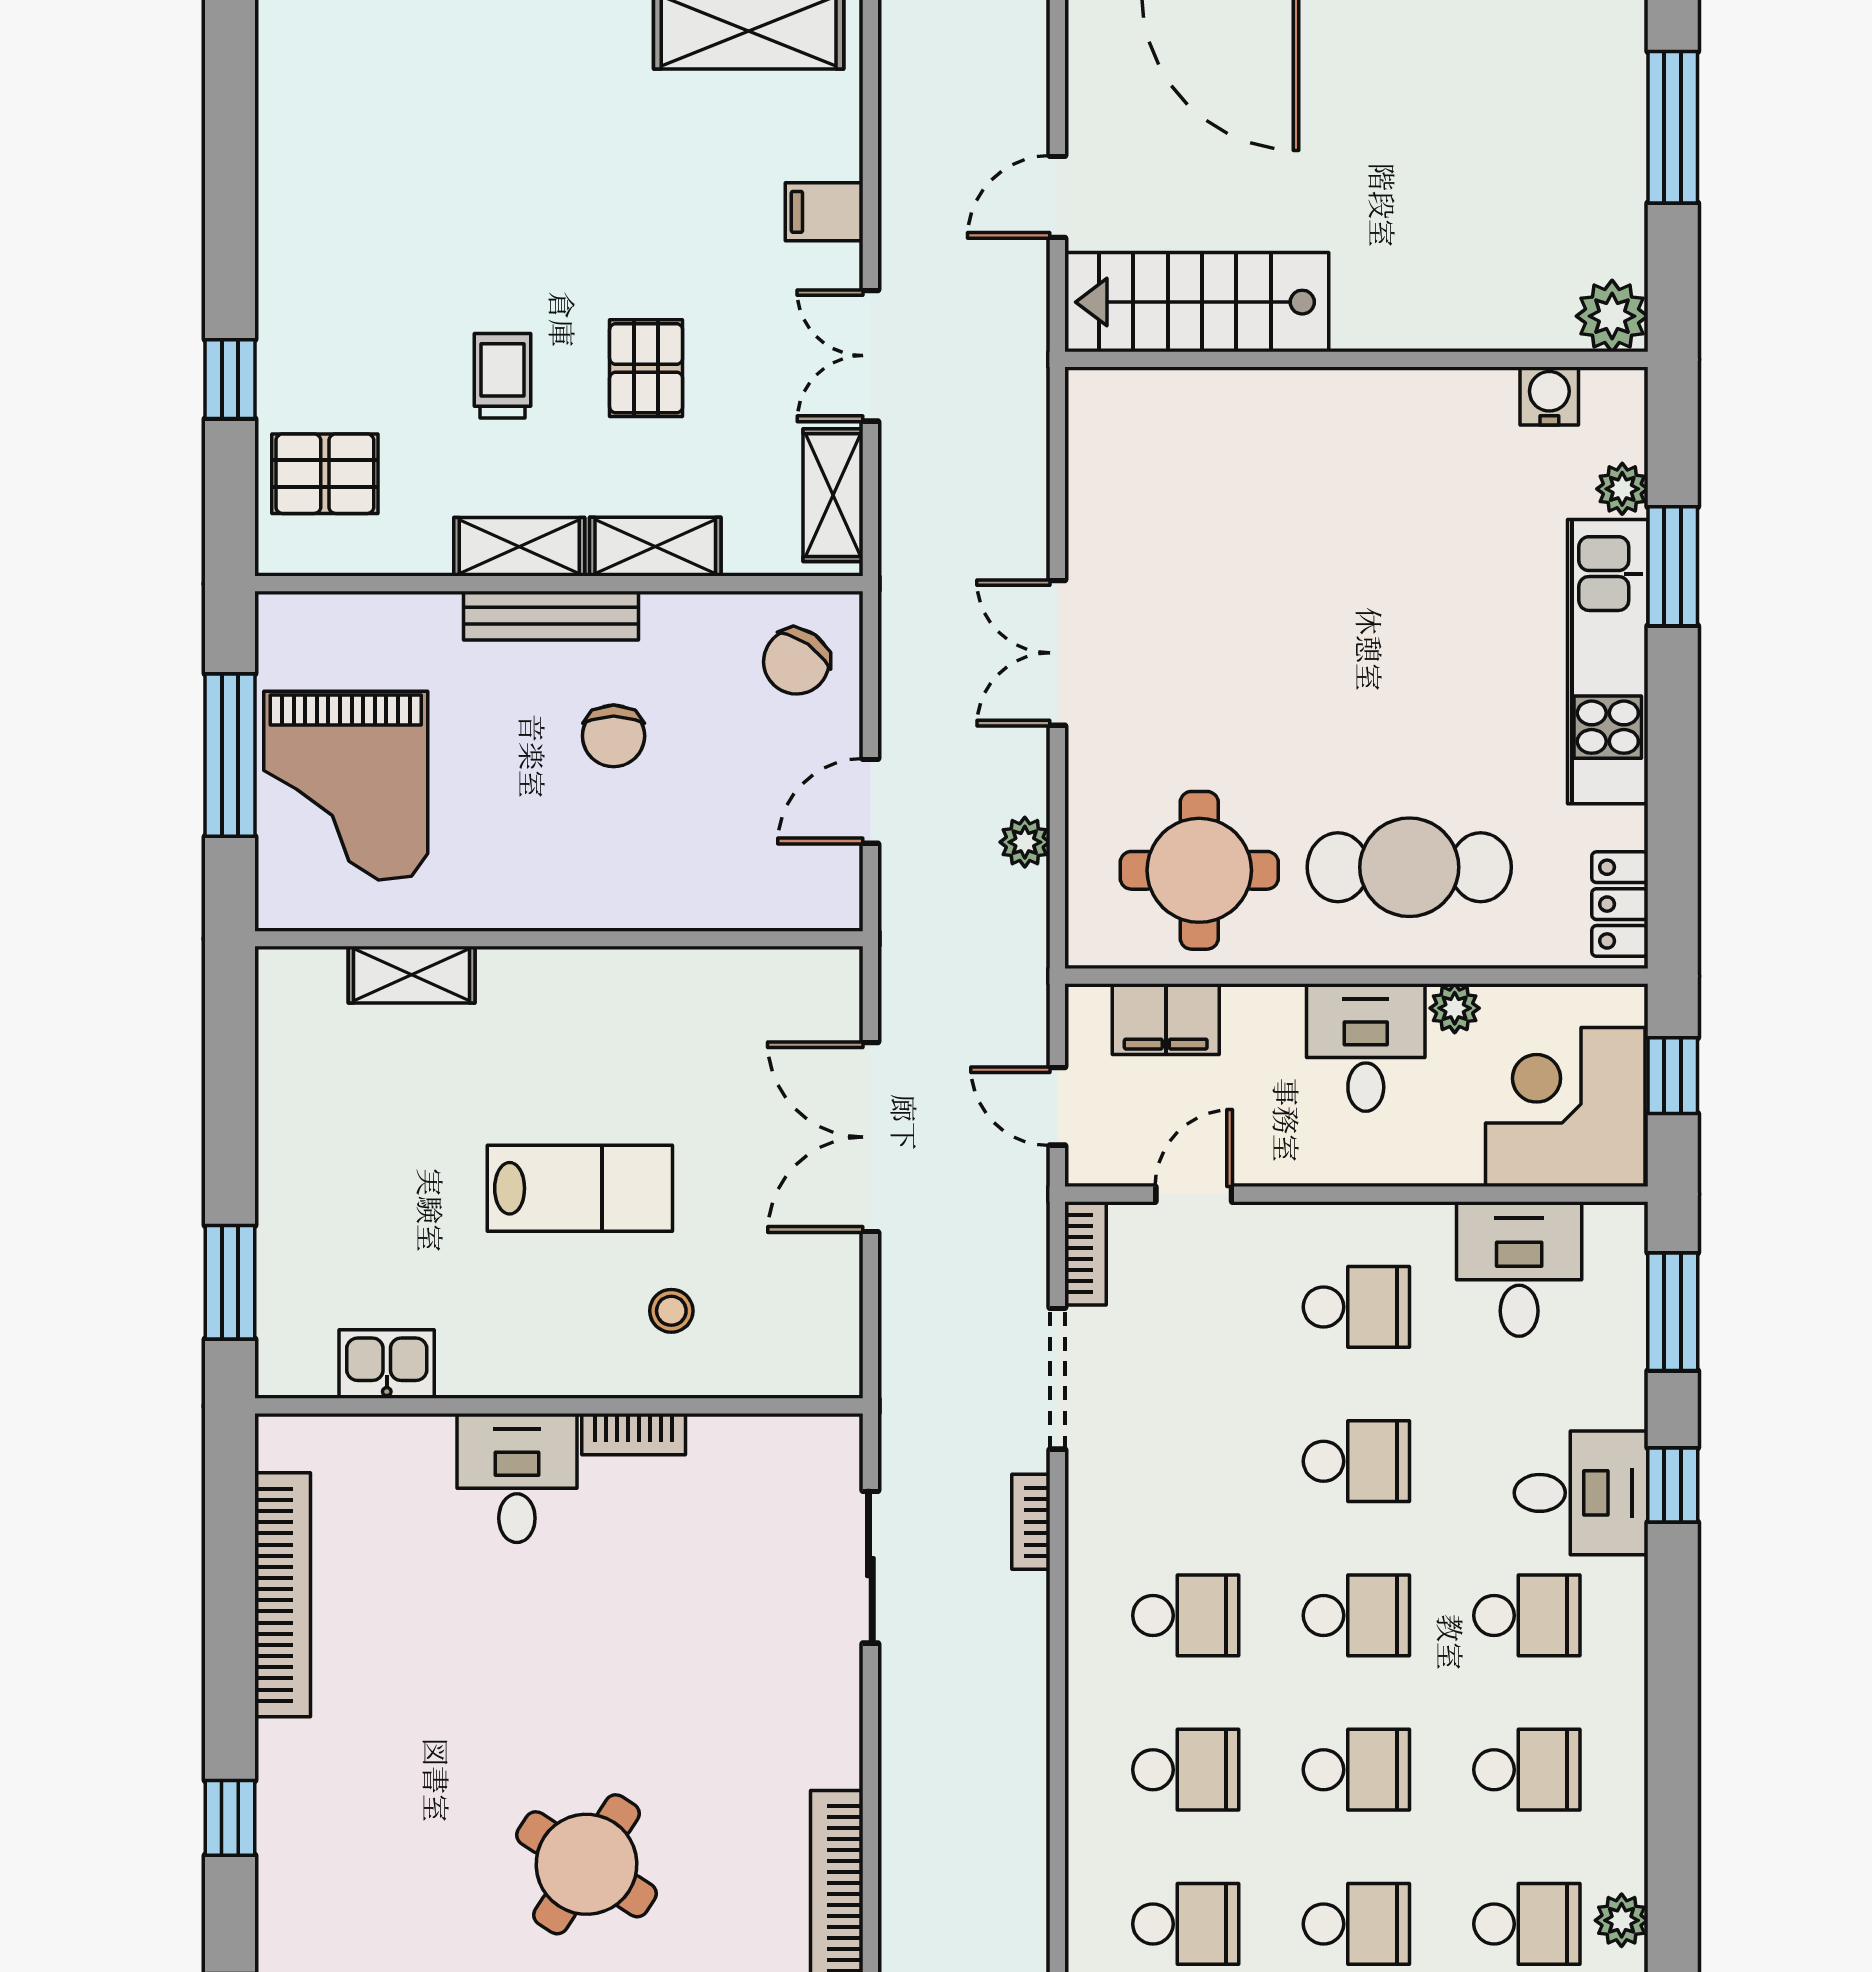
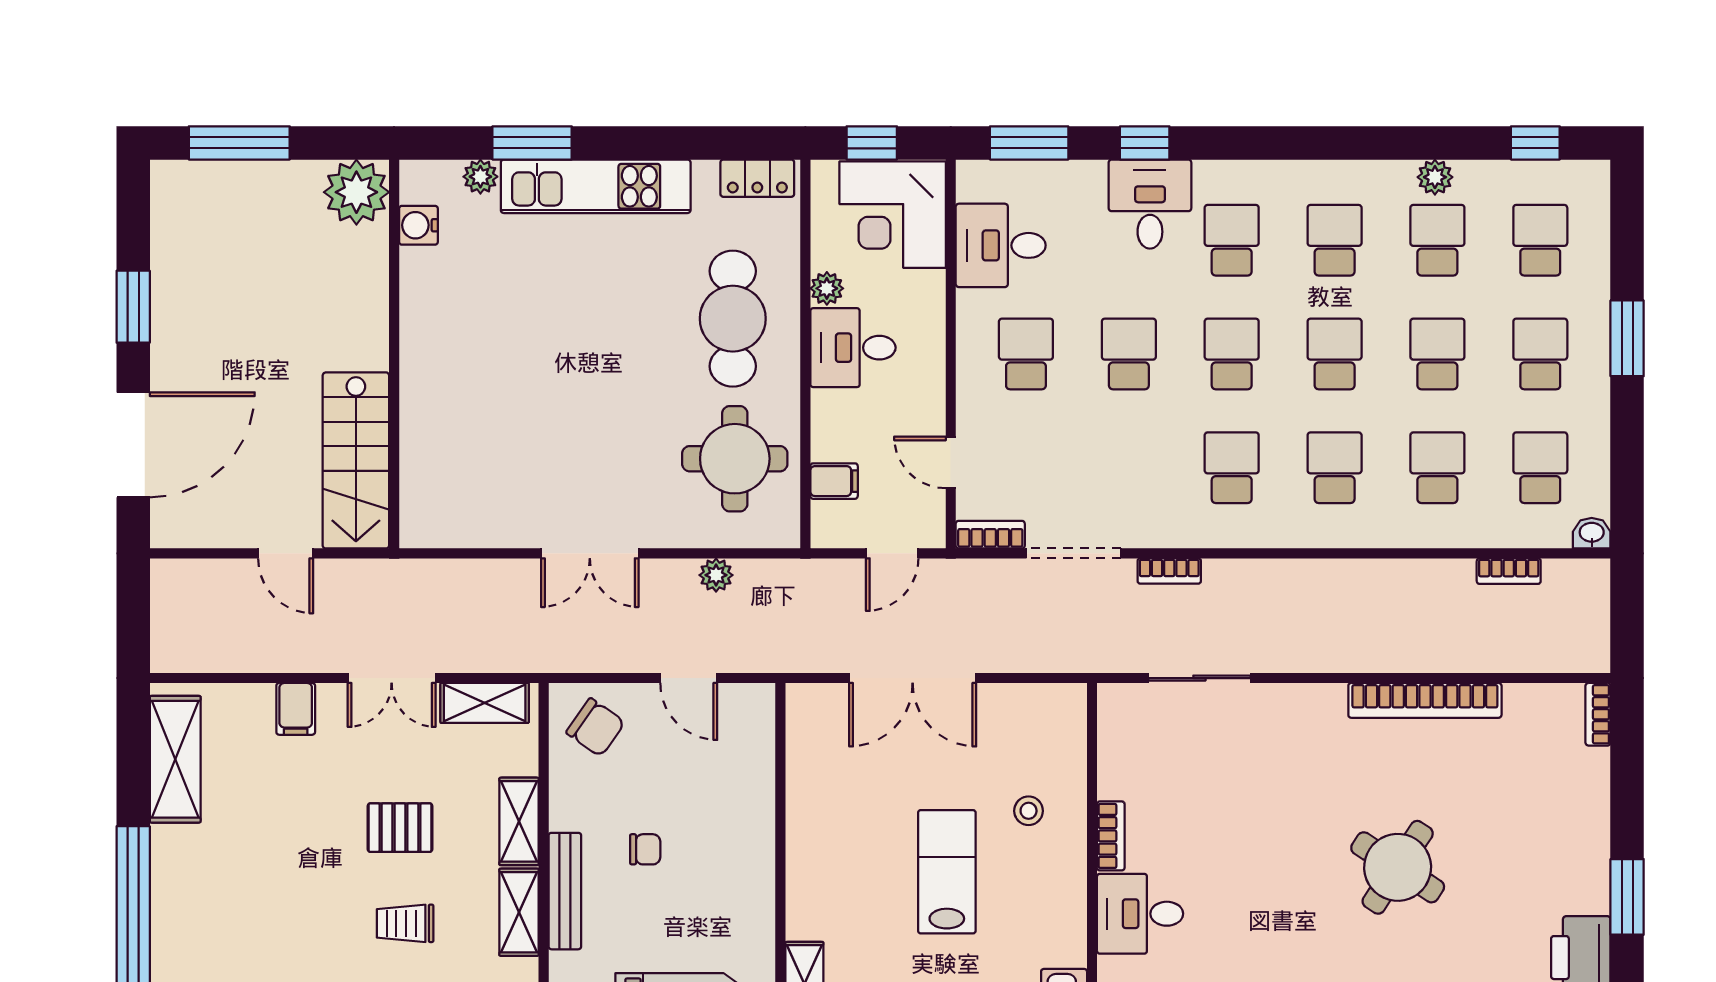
plant: (1612, 316) -> (356, 192), width x1.36, depth x1.36
chair: (614, 736) -> (645, 849), width x0.73, depth x0.73
filing cabinet: (1166, 1019) -> (834, 481), width x0.50

